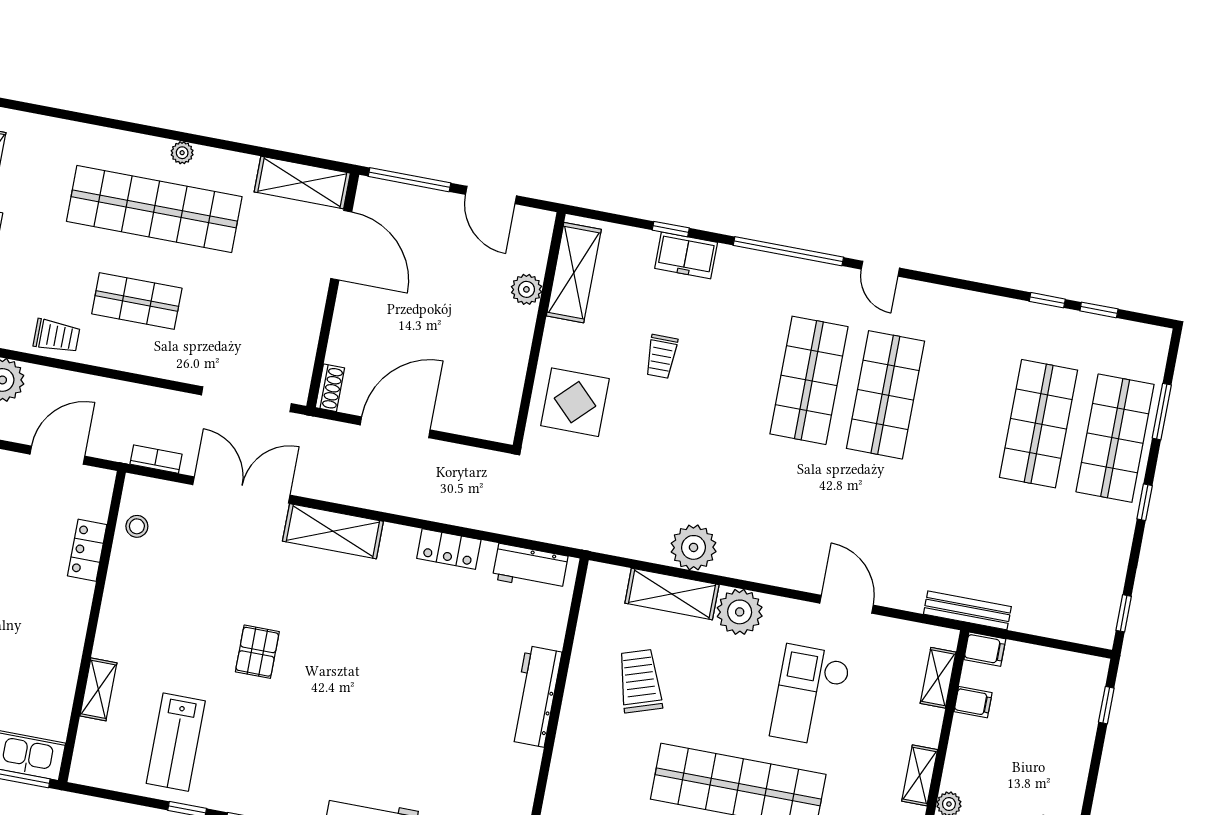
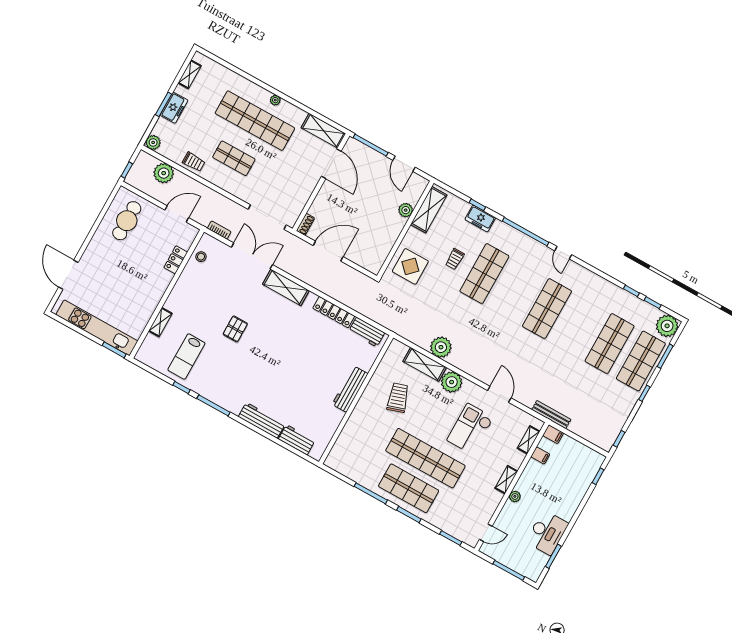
plant: (1145, 348) -> (667, 326), added
shop shelf: (809, 380) -> (484, 274), moved
locker: (449, 549) -> (334, 312), width x1.53

